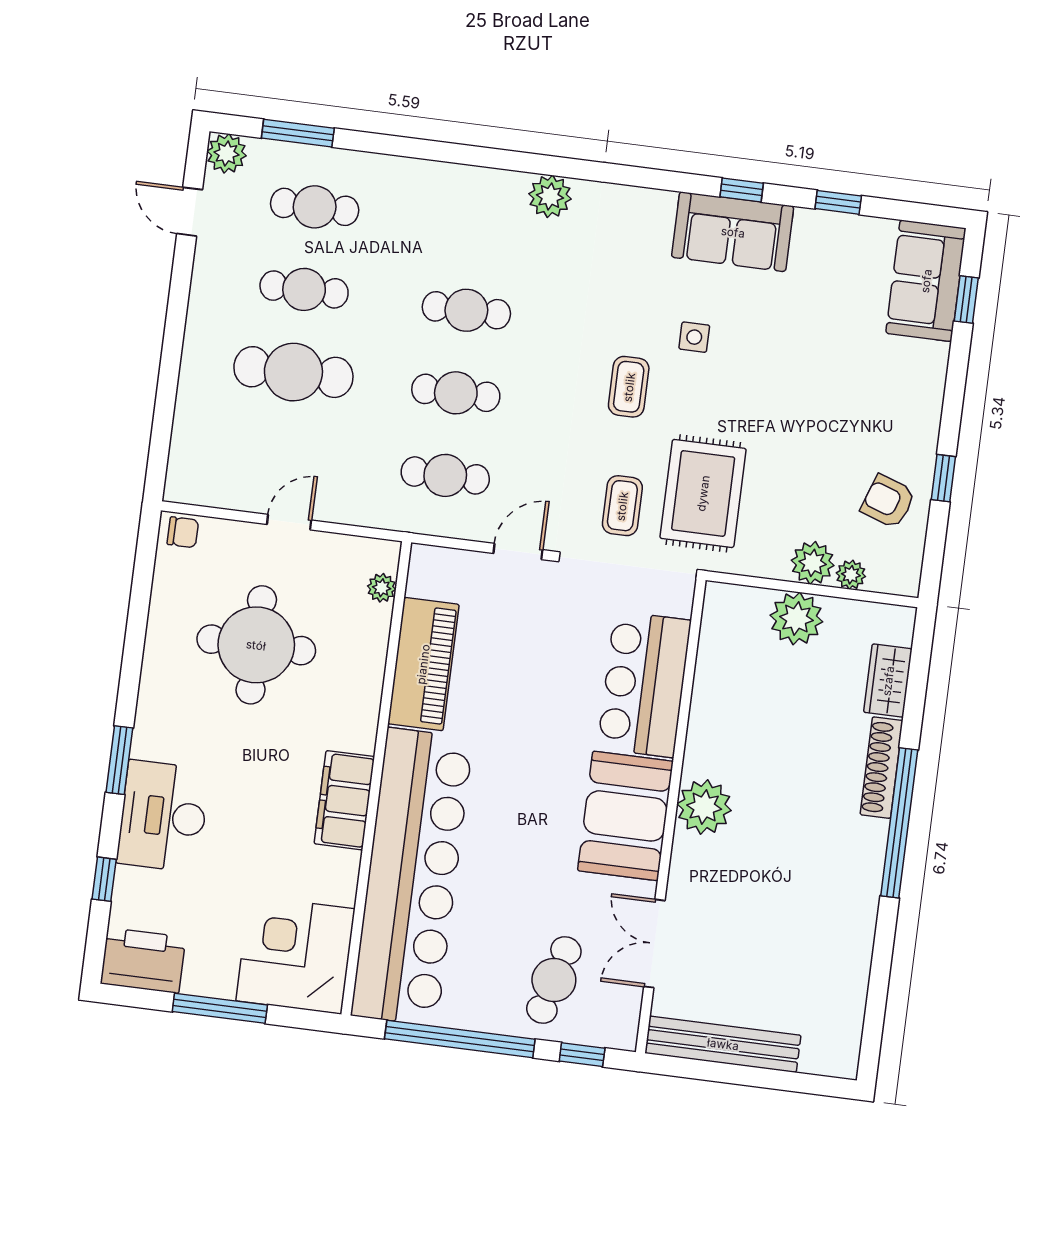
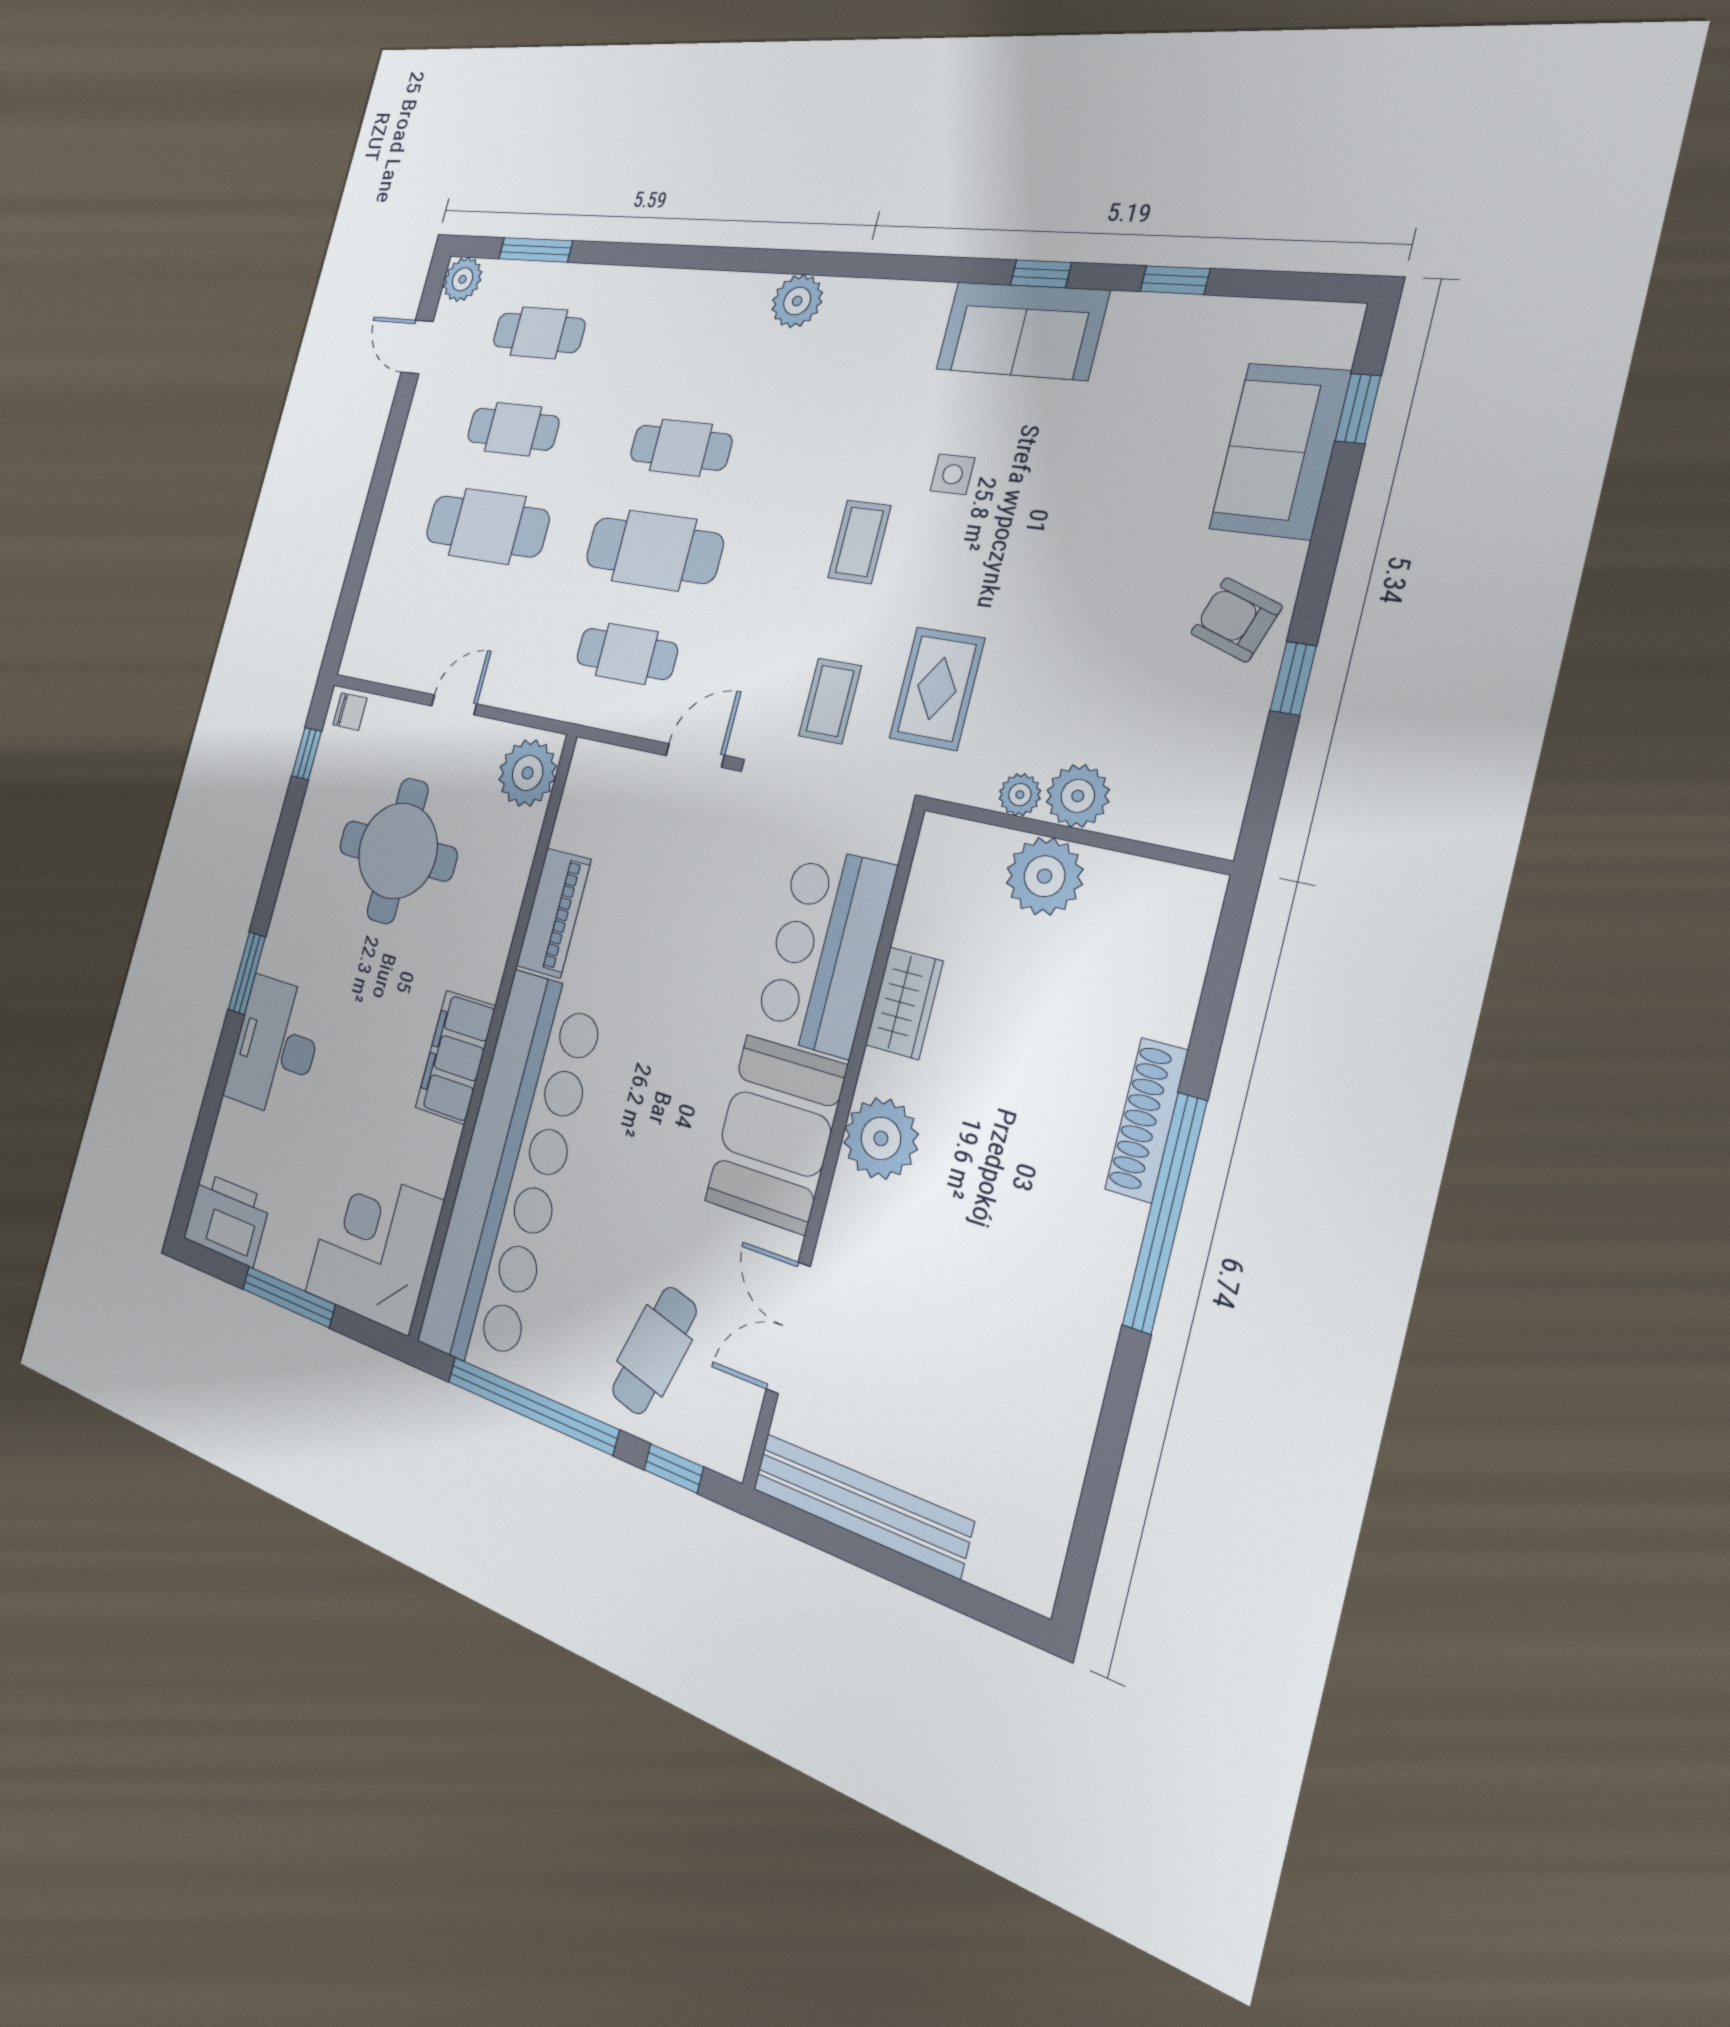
sofa: (926, 281) -> (1280, 450), moved
cafe table: (456, 393) -> (654, 550), width x1.37, depth x1.35
rug: (703, 493) -> (937, 688), width x0.73, depth x0.70
armchair: (888, 501) -> (1236, 620), moved
plant: (851, 575) -> (1020, 795), moved
plant: (382, 588) -> (528, 773), width x1.88, depth x1.88
piano: (423, 664) -> (554, 913), width x0.73, depth x0.75
wardrobe: (888, 681) -> (904, 1003), moved, turned 180
window: (104, 879) -> (307, 754), moved

